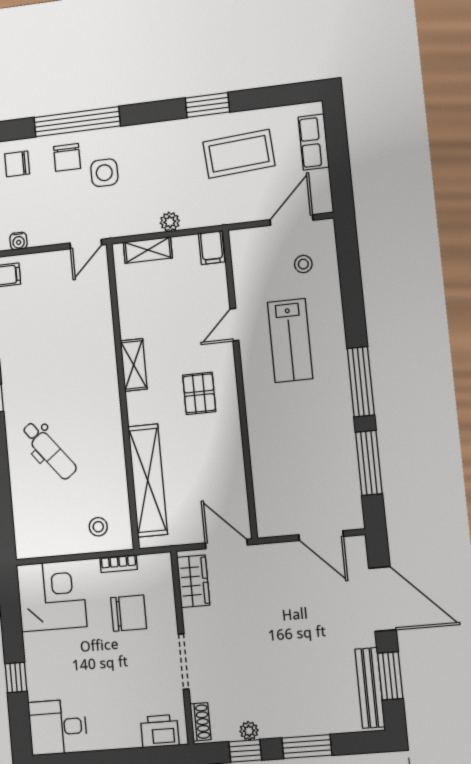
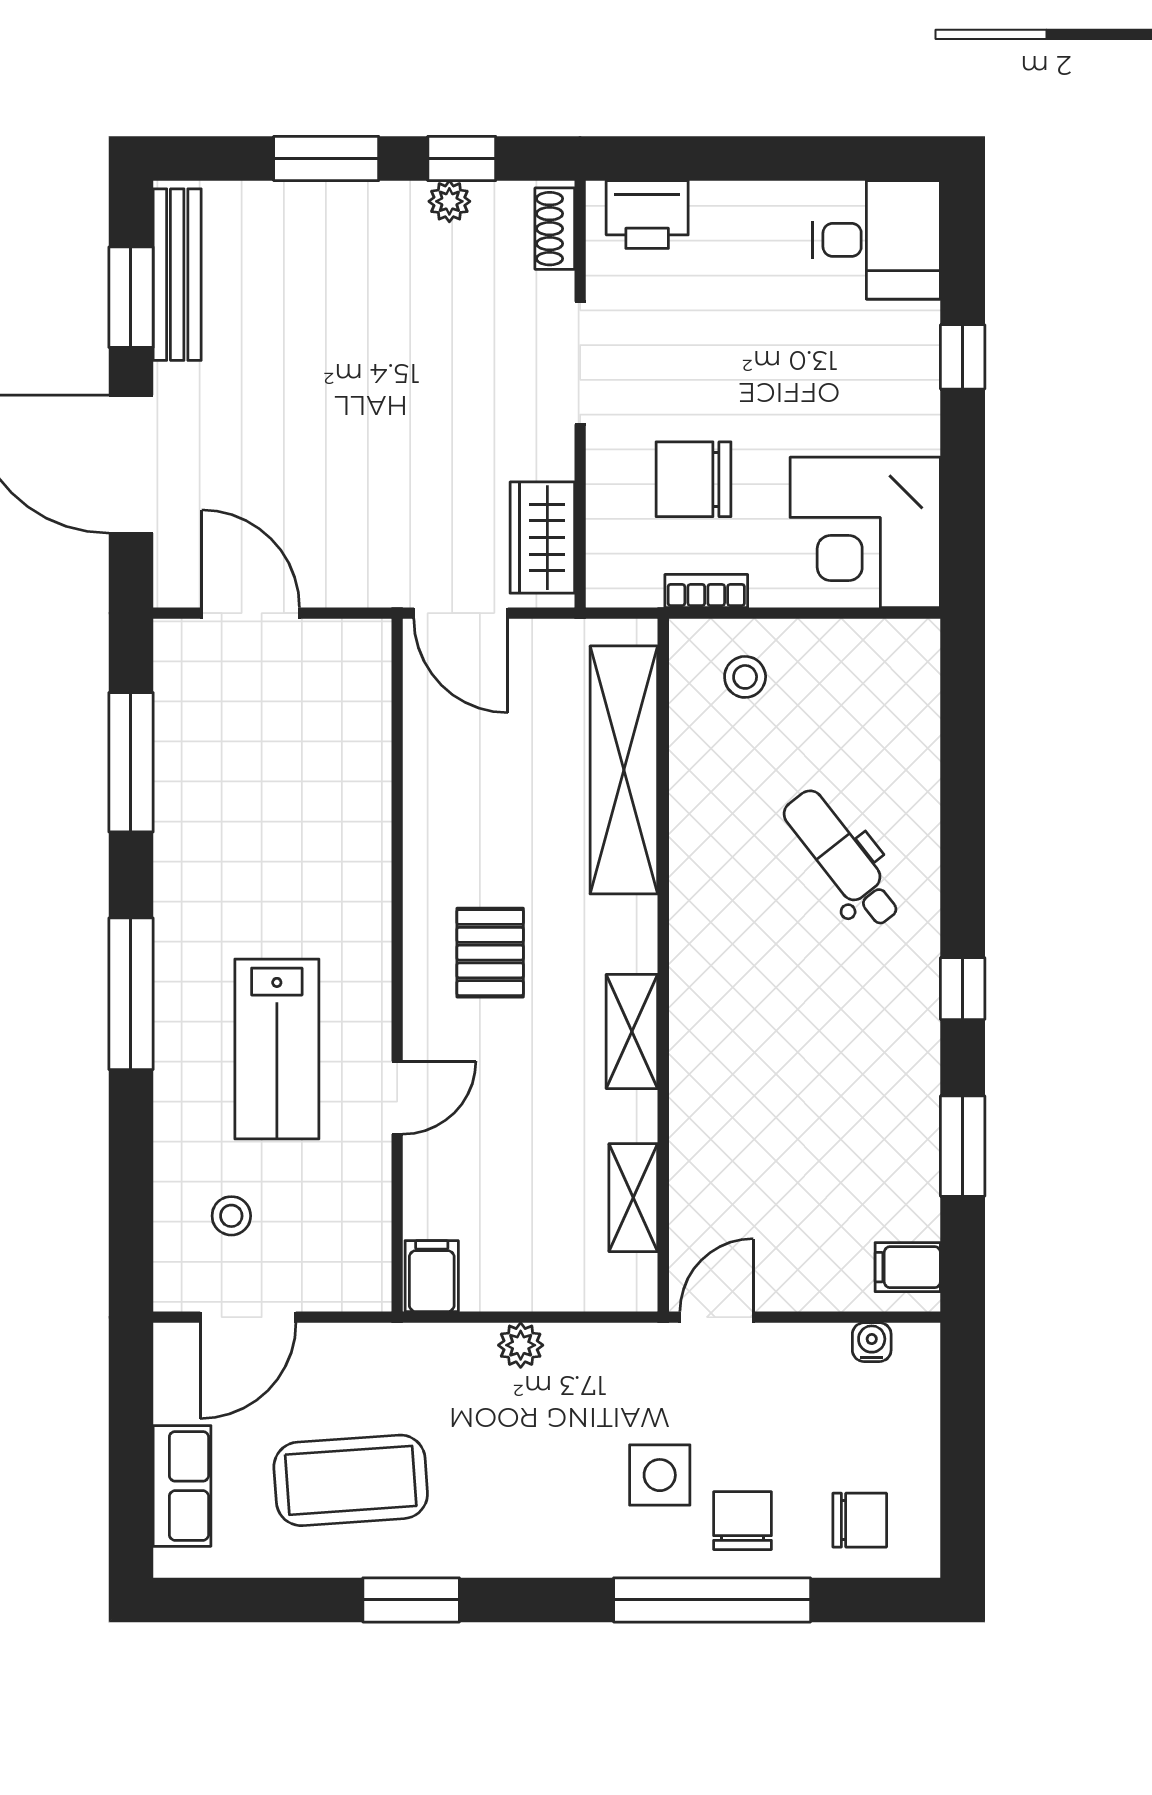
shelving: (148, 250) -> (633, 1198), moved, turned 90
lab bench: (290, 340) -> (277, 1049), turned 180
window: (361, 382) -> (131, 994), moved

